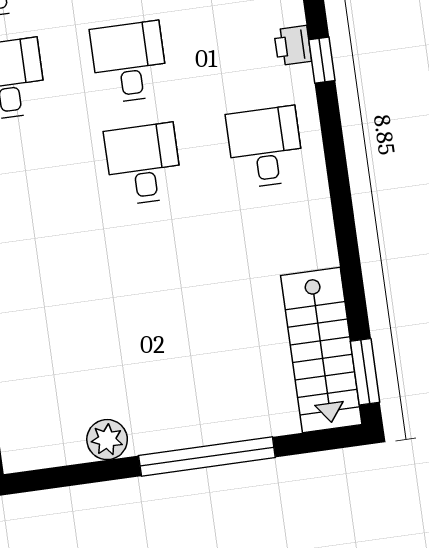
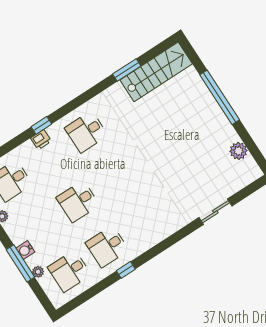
desk: (143, 164) -> (116, 177), removed
window: (365, 372) -> (127, 70), moved
plant: (107, 440) -> (239, 151), moved

